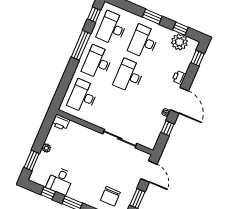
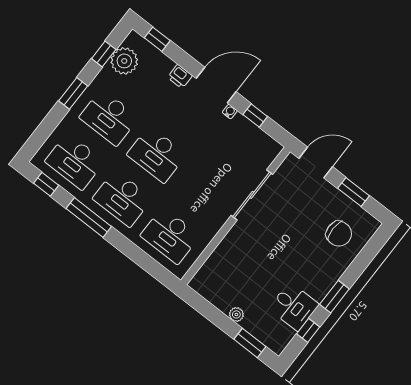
printer: (61, 122) -> (202, 281), removed

